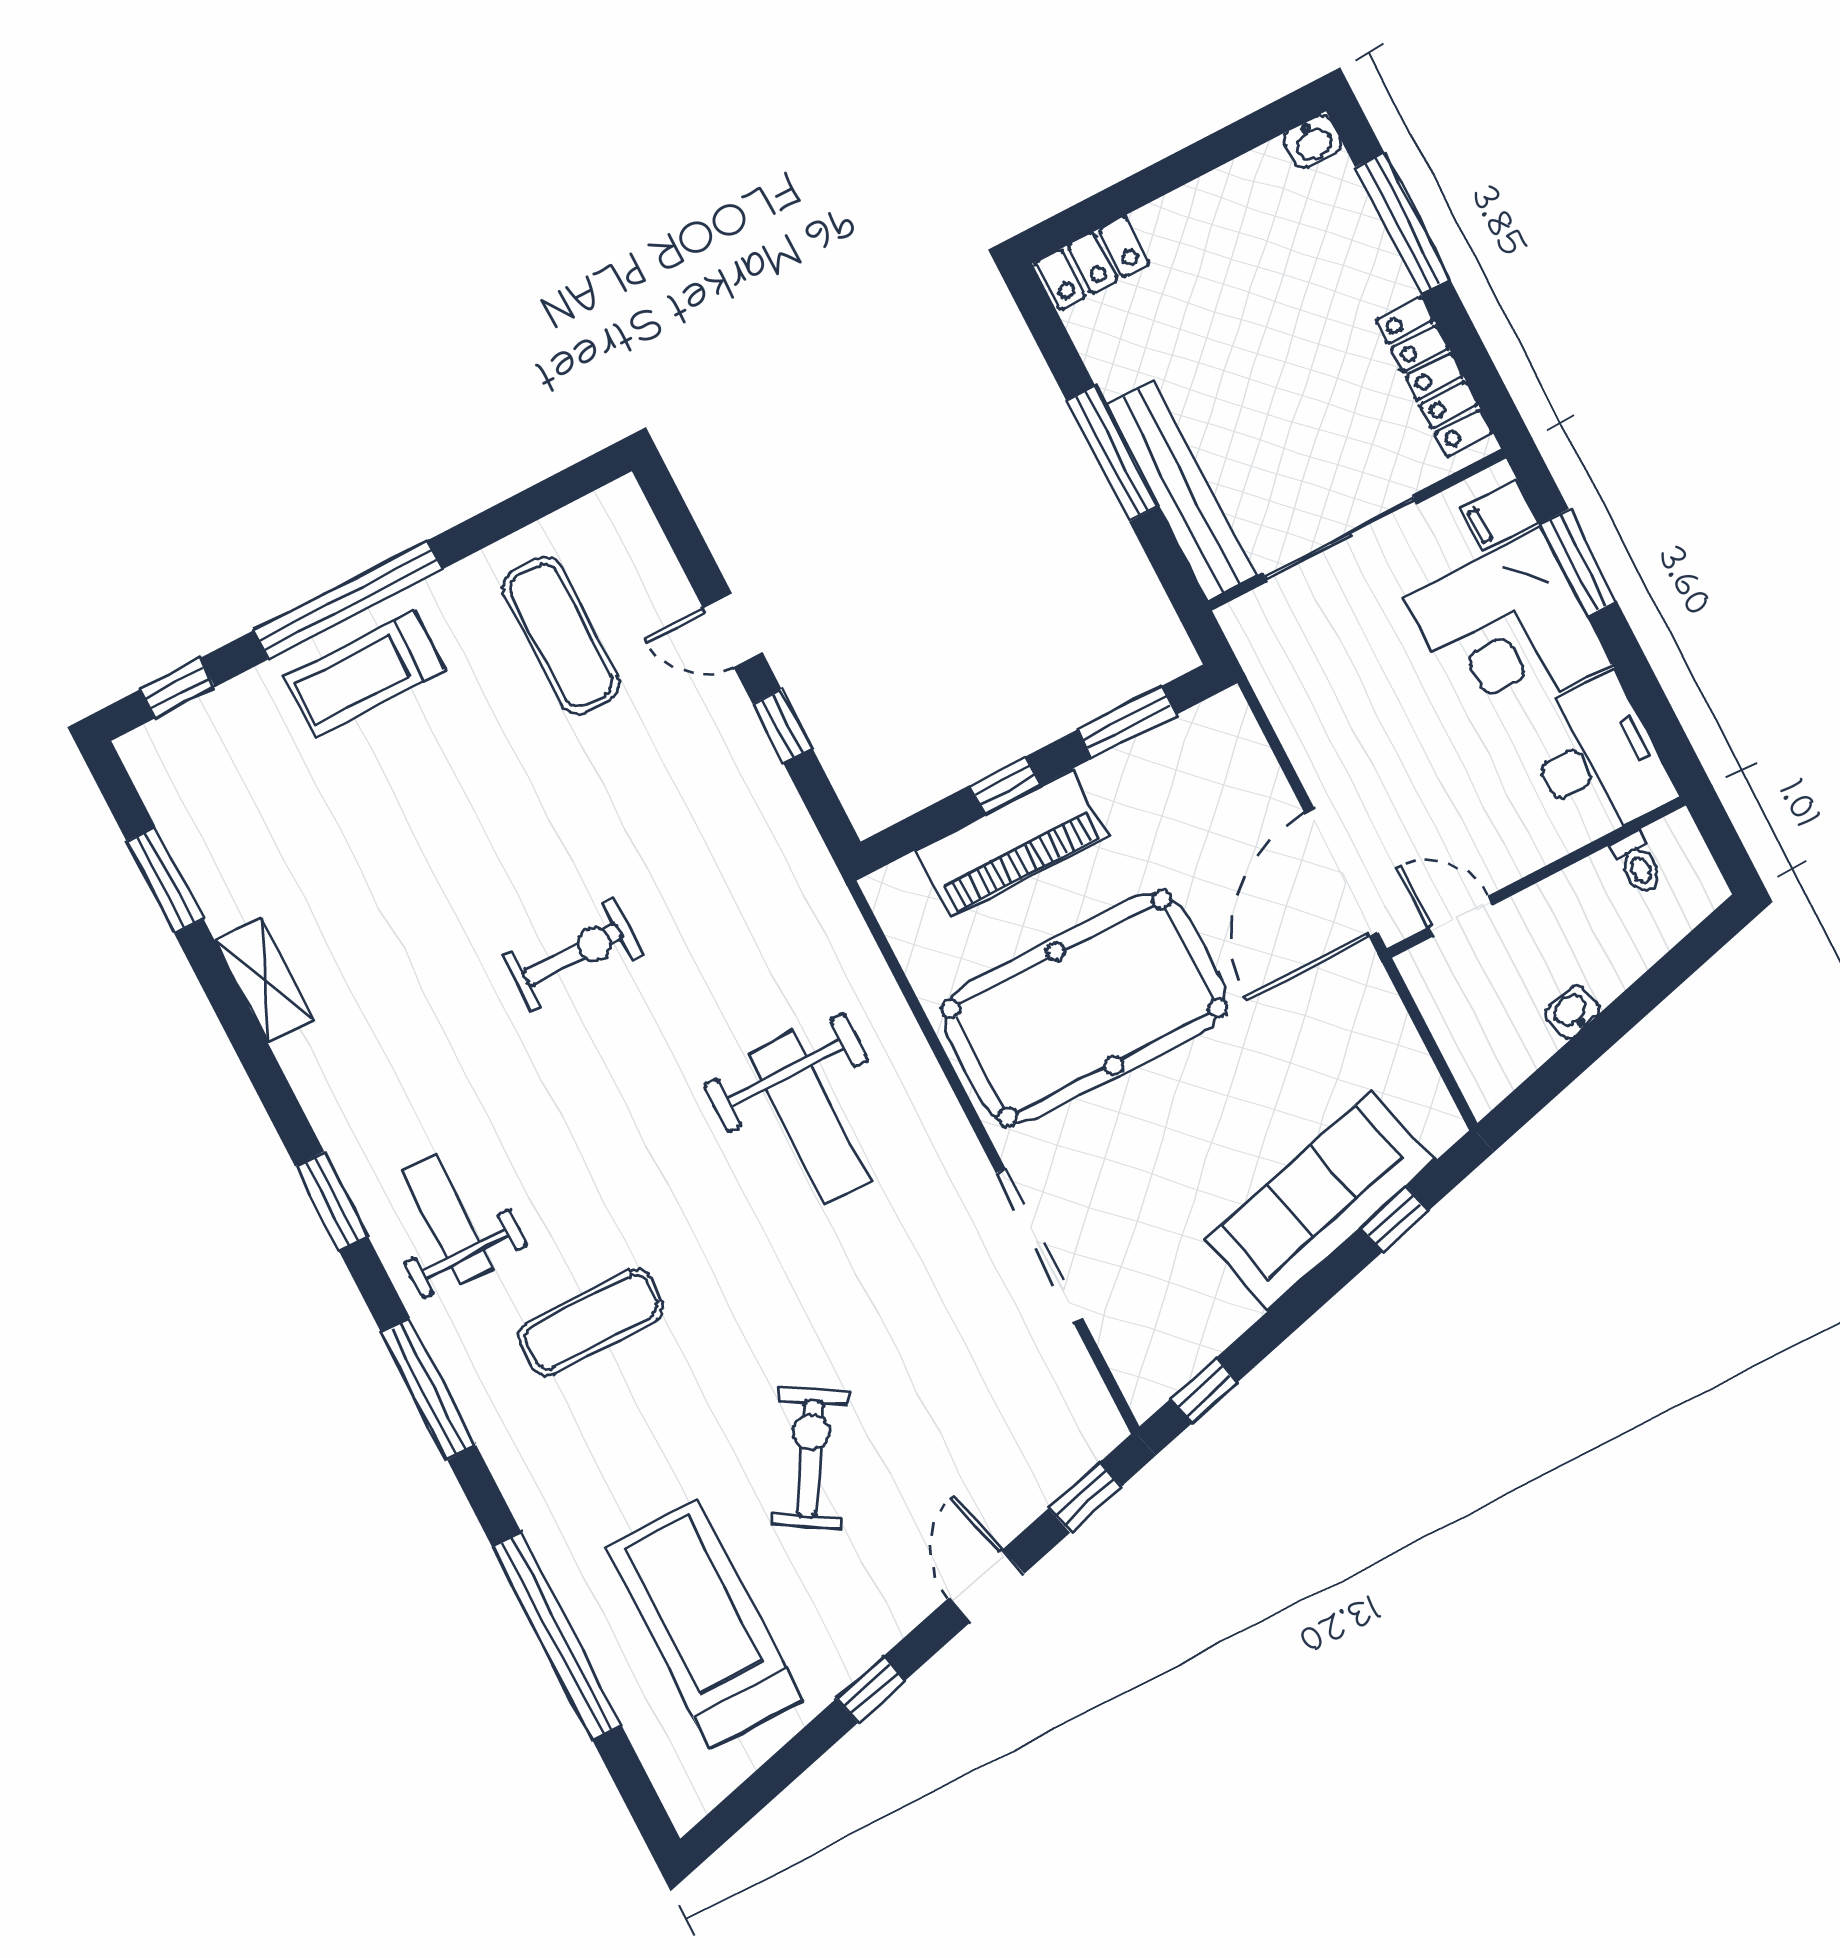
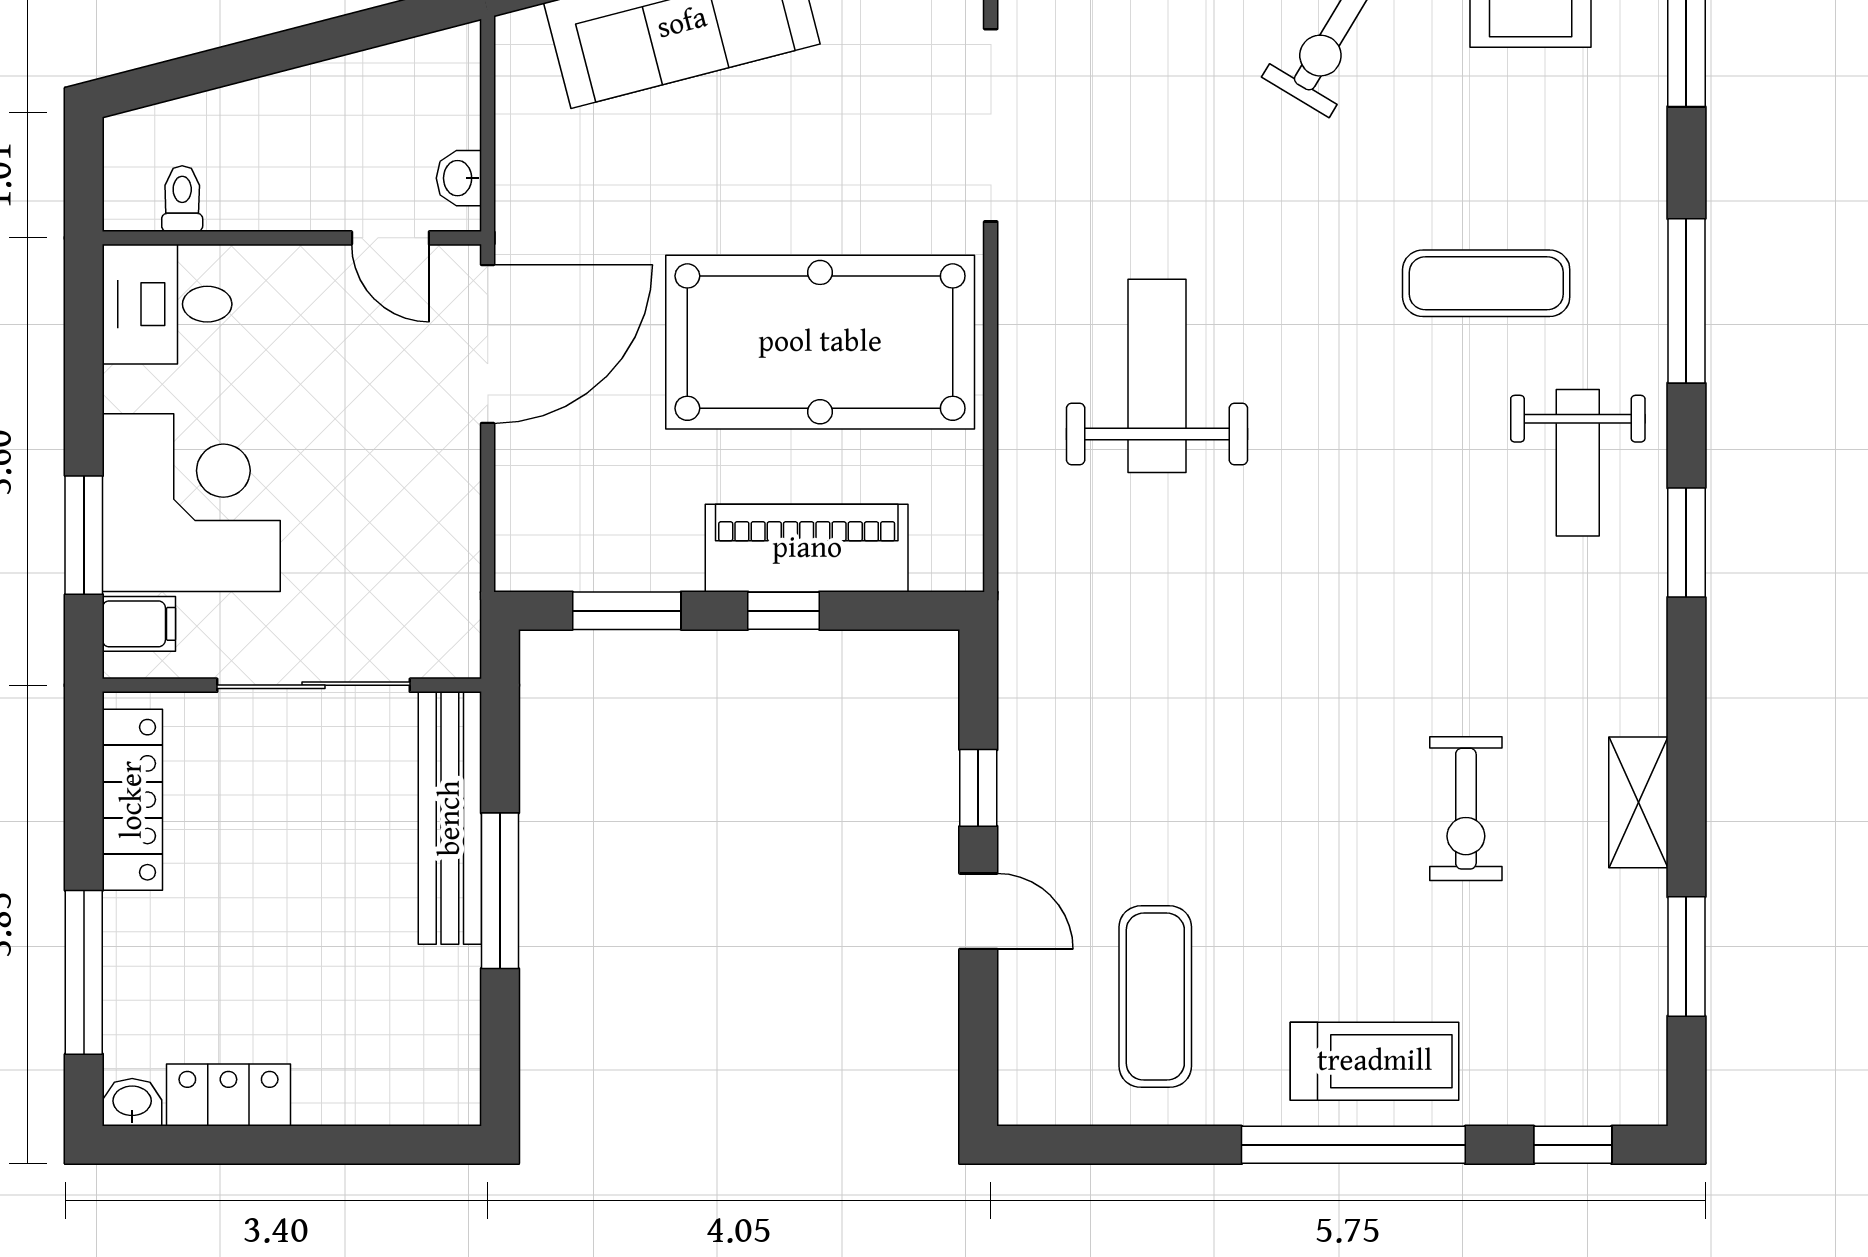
locker: (1093, 263) -> (228, 1095), moved
desk: (1598, 758) -> (167, 304), width x0.73
exercise bike: (572, 955) -> (1466, 809), moved, turned -90
washbasin: (1572, 1012) -> (459, 178), moved, turned 105

